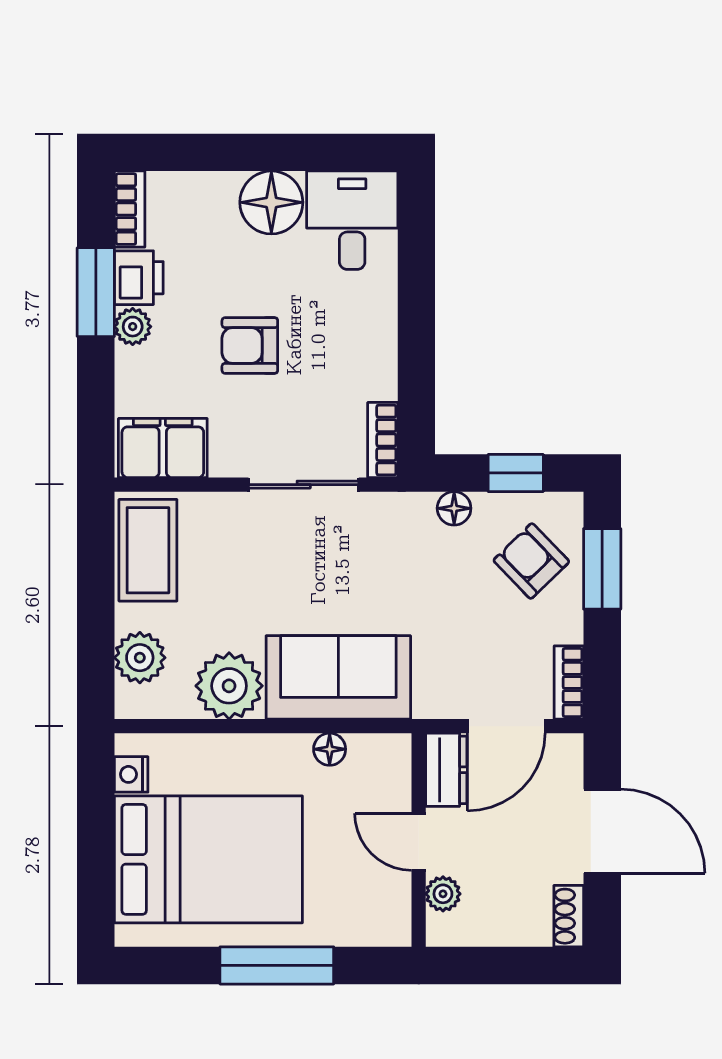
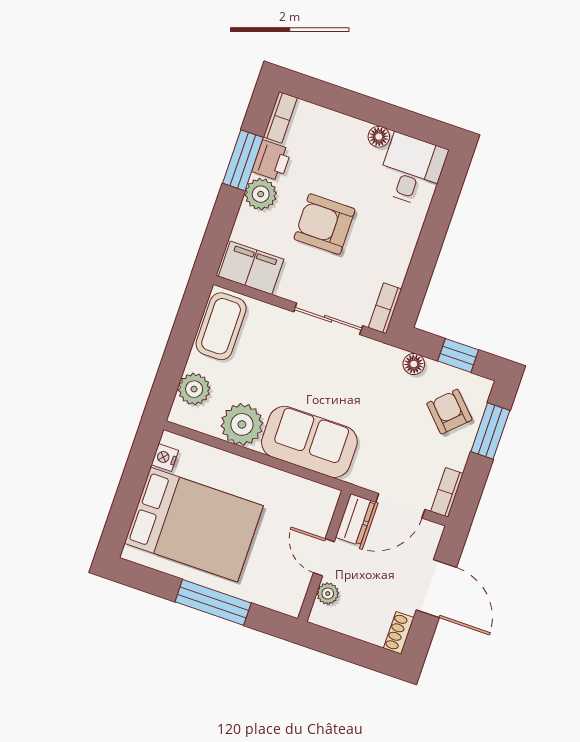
floor lamp: (271, 202) -> (379, 137), width x0.53, depth x0.53
plant: (133, 327) -> (261, 194), width x1.38, depth x1.38
armchair: (250, 345) -> (324, 224), width x1.38, depth x1.38
floor lamp: (330, 749) -> (289, 483), removed

